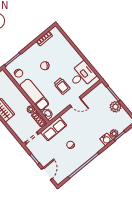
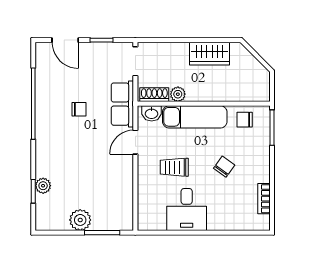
desk: (82, 75) -> (187, 210), moved
door: (75, 102) -> (135, 142), moved
water cooler: (106, 139) -> (44, 167), removed

